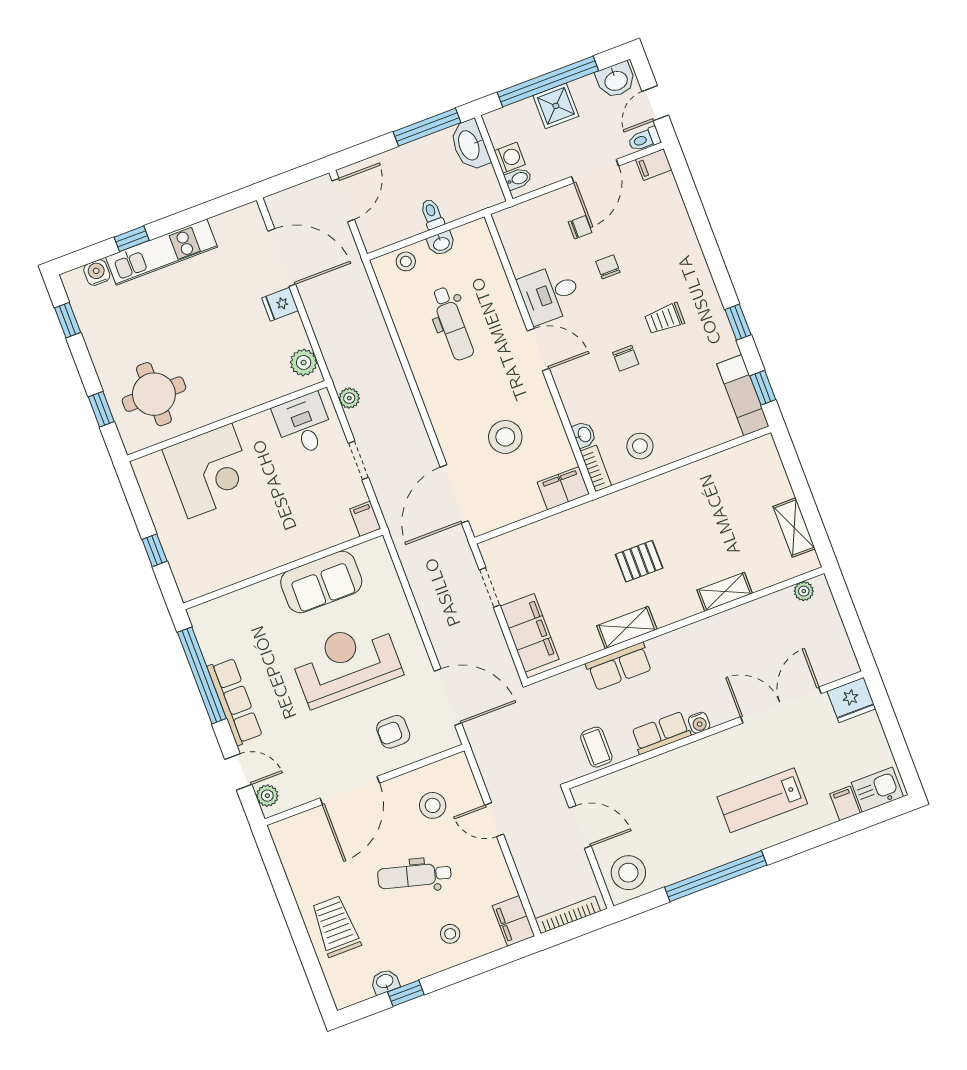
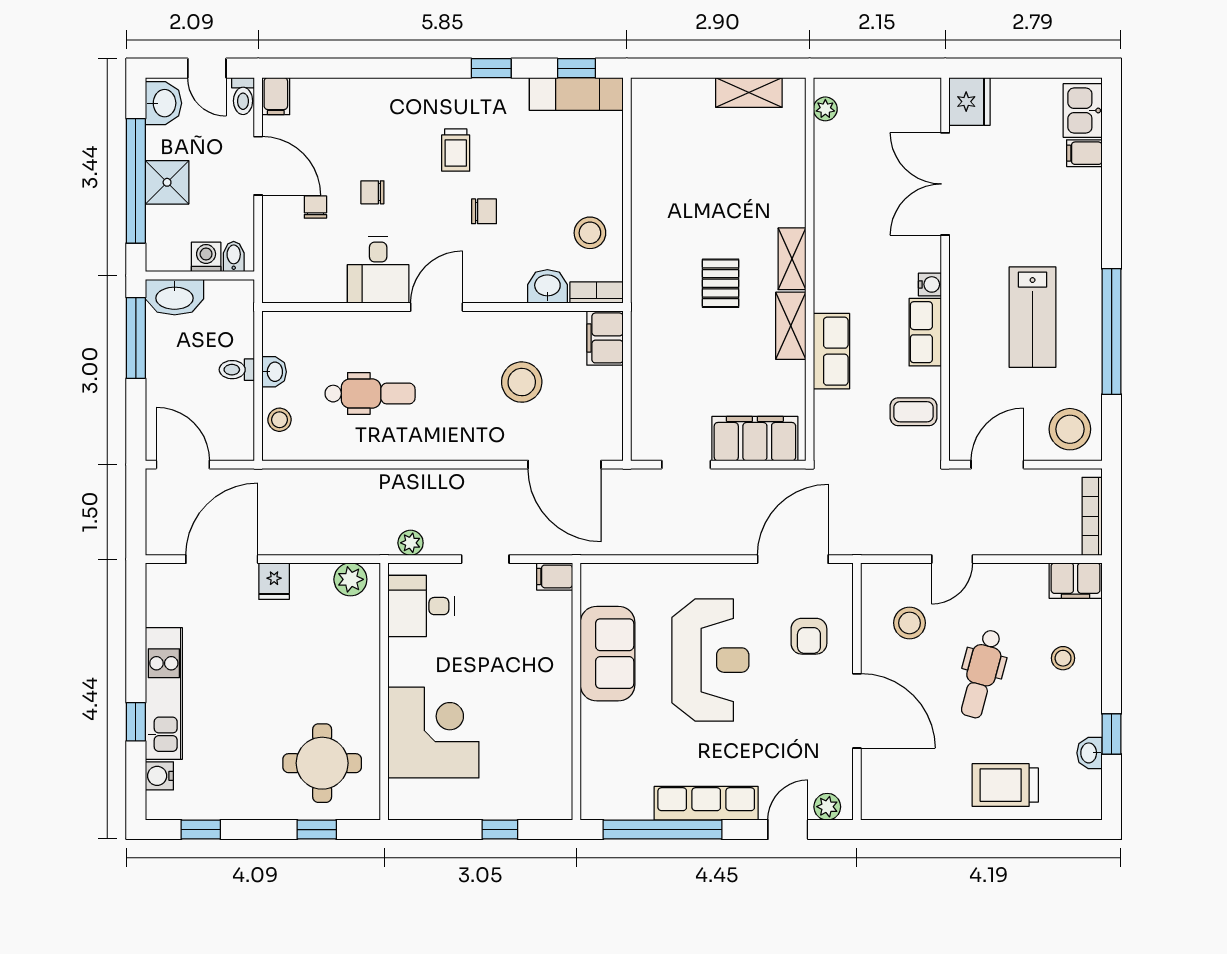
washbasin: (584, 435) -> (547, 286), width x1.38, depth x1.45
shelving: (725, 592) -> (792, 259), moved
reception desk: (346, 663) -> (710, 660), turned 180
lab bench: (762, 800) -> (1033, 317), moved

